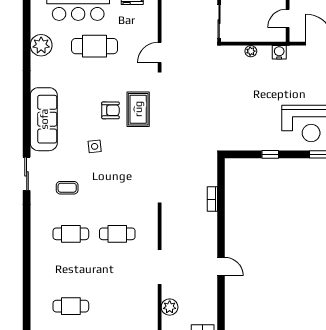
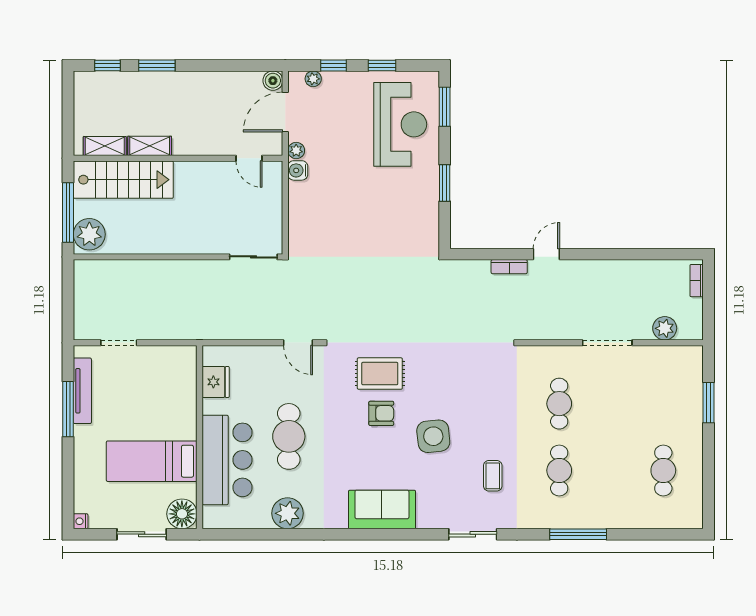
plant: (251, 51) -> (296, 151), moved
armchair: (111, 110) -> (381, 413), turned 90
sofa: (44, 119) -> (382, 509), width x0.73
side table: (95, 146) -> (433, 436), width x1.87, depth x1.87
window: (270, 154) -> (445, 183), width x1.50
window: (27, 247) -> (578, 534), added
door: (221, 266) -> (546, 254), moved

